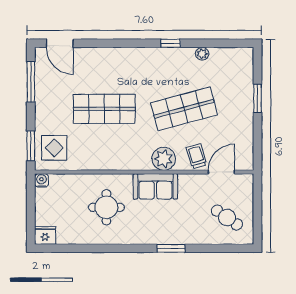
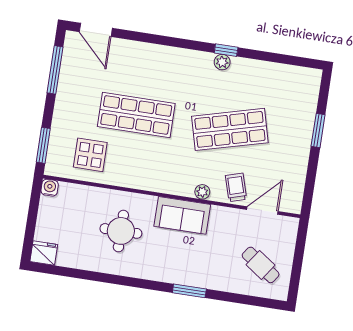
plant: (202, 54) -> (222, 62), moved
display table: (54, 148) -> (90, 155), moved
plant: (164, 159) -> (202, 192), width x0.53, depth x0.53

